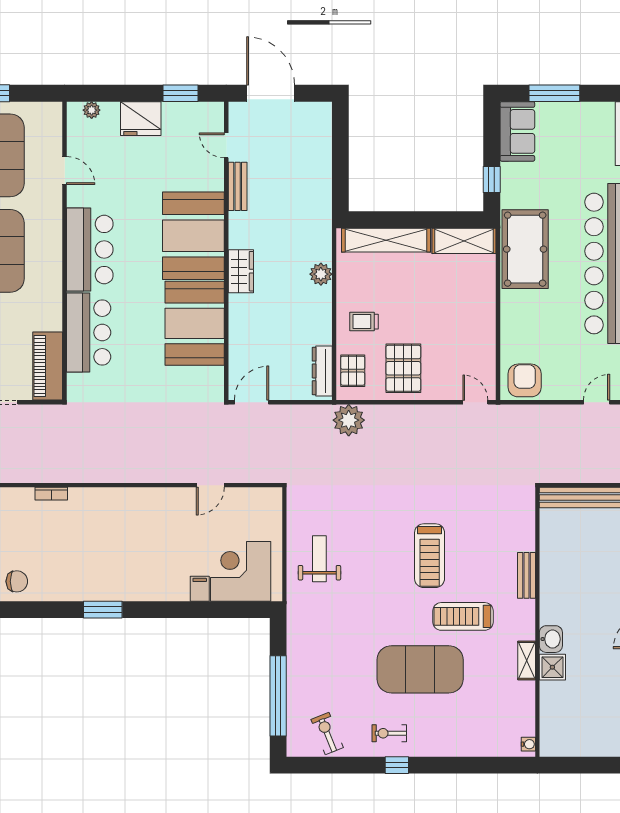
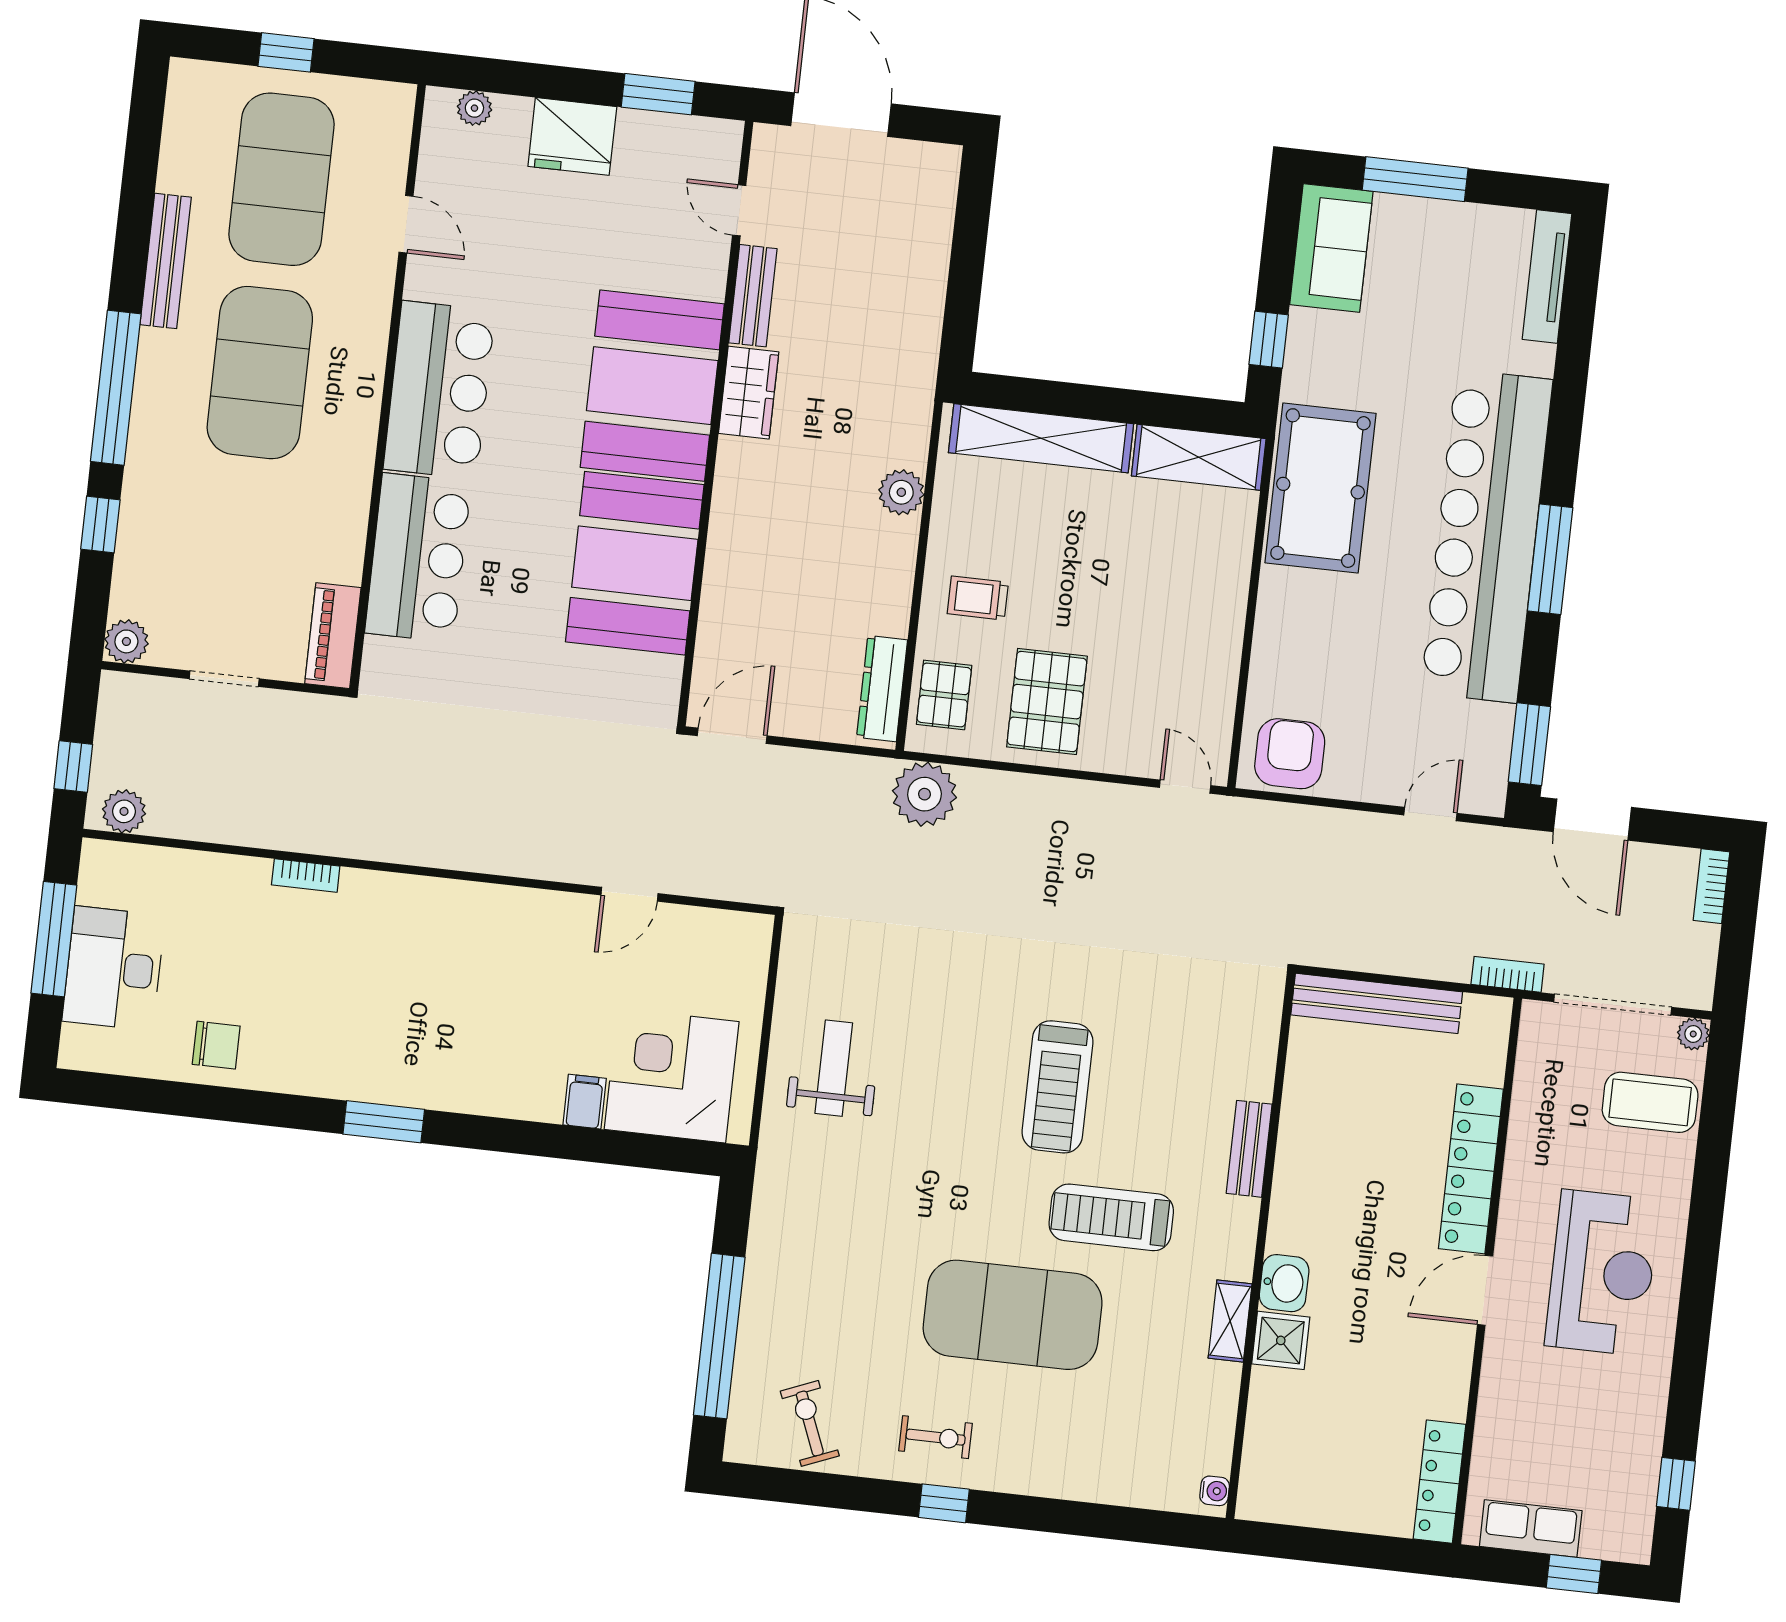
wardrobe: (241, 271) -> (749, 393), moved
piano: (48, 366) -> (333, 636), width x0.73, depth x0.75
exercise bike: (389, 733) -> (936, 1437), turned 180

